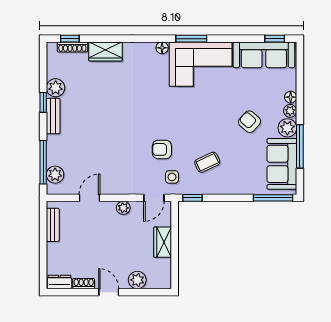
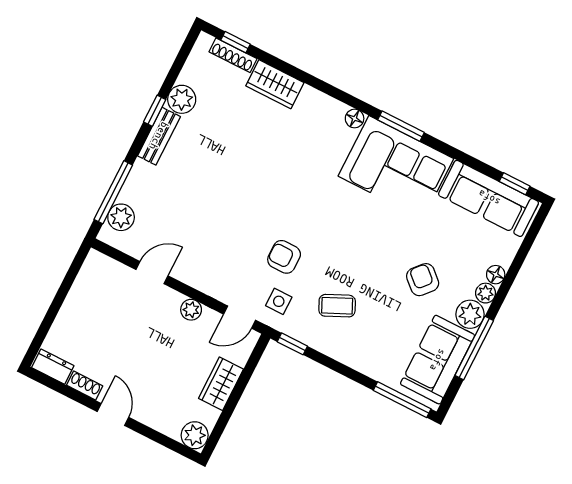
bench: (53, 225) -> (83, 284), removed
plant: (137, 280) -> (195, 435), moved

